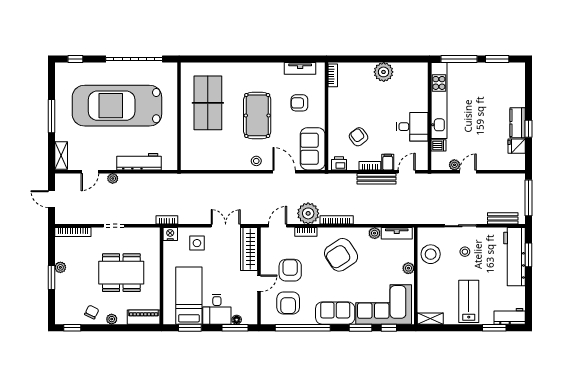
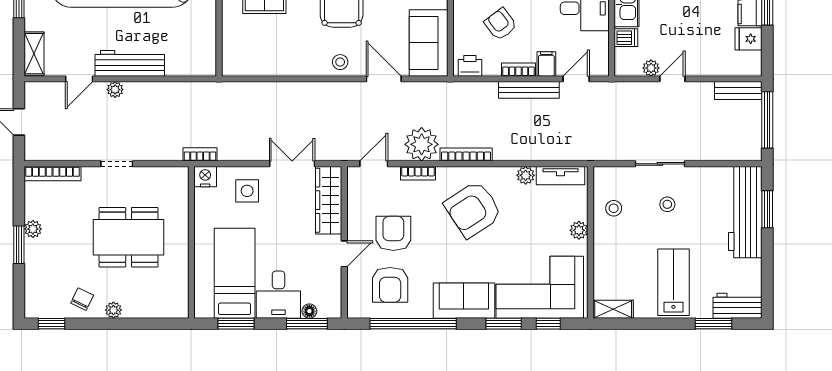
workbench: (139, 162) -> (130, 63), moved
bench: (503, 218) -> (738, 90), moved
stool: (431, 254) -> (614, 208), width x0.53, depth x0.53
piano: (144, 317) -> (163, 307), removed

